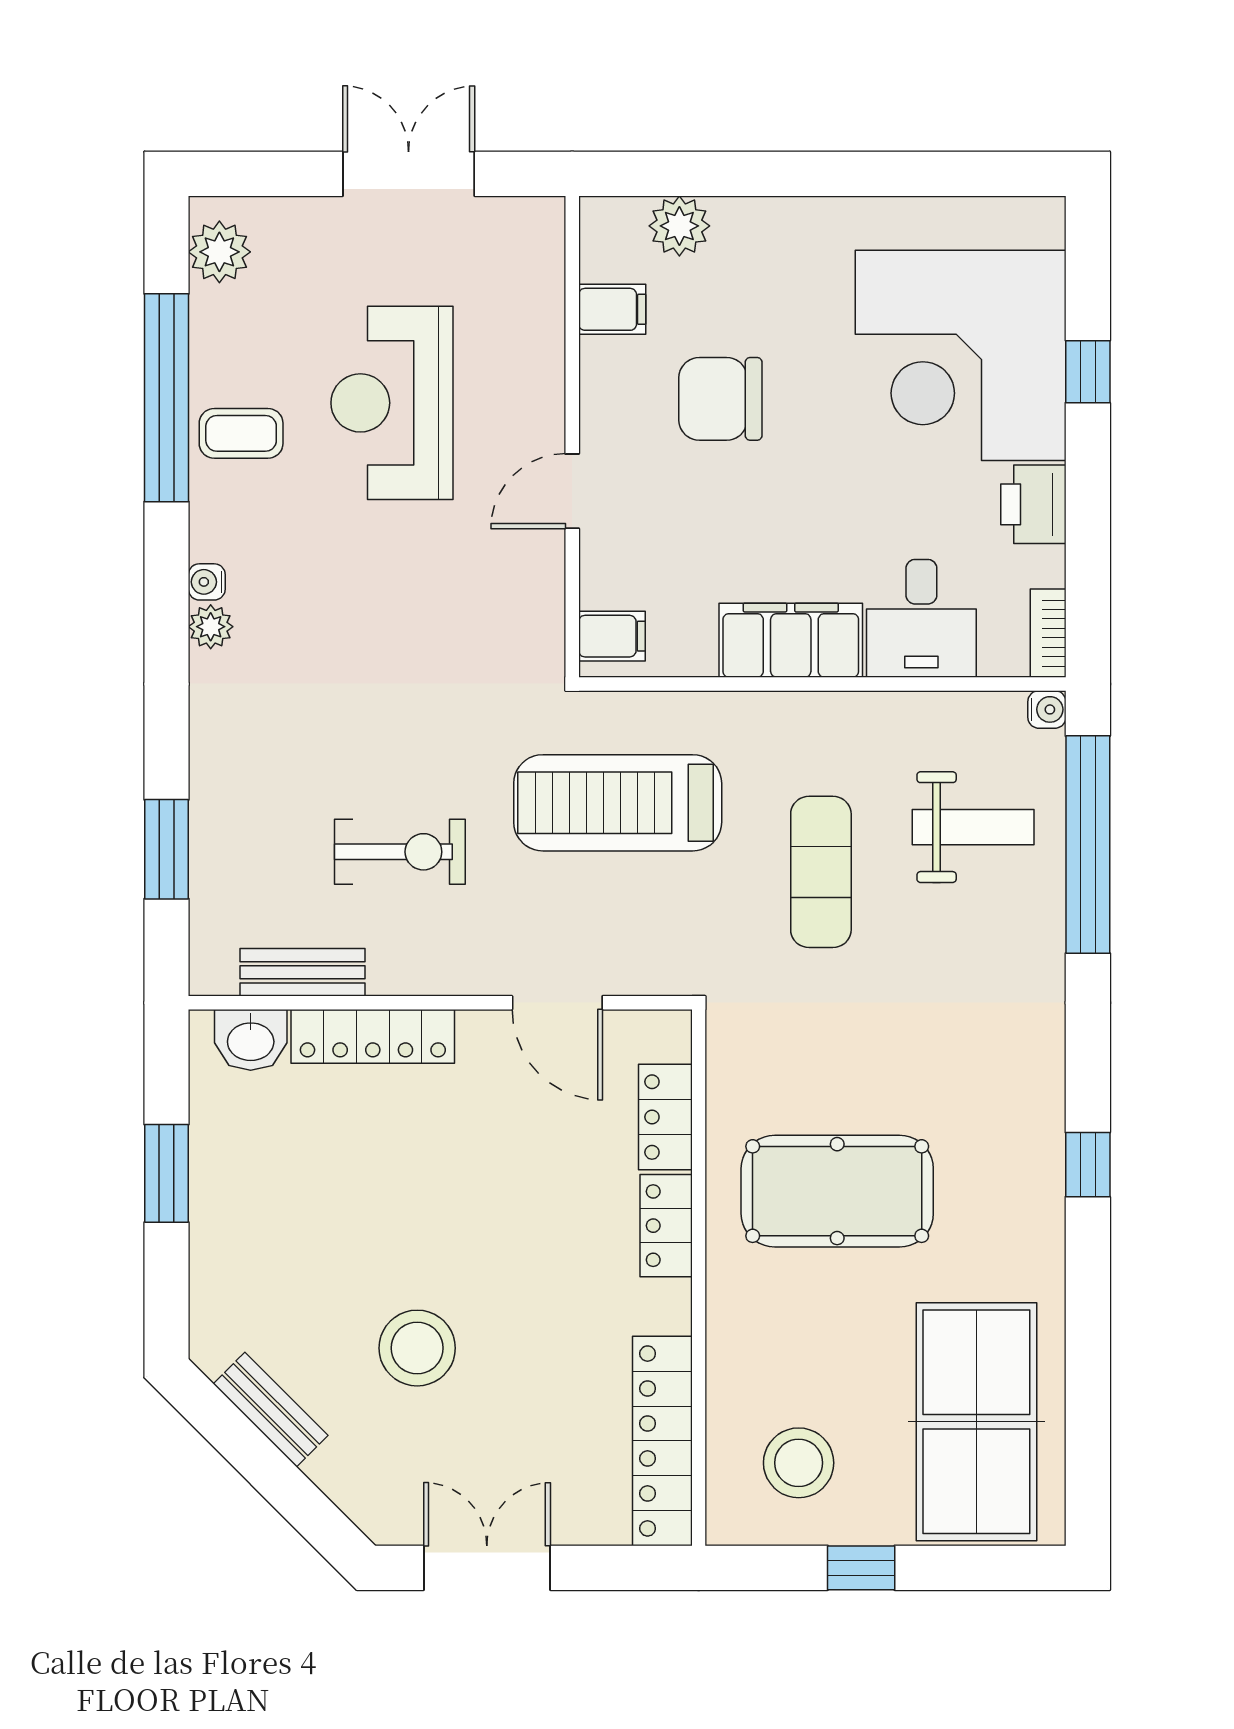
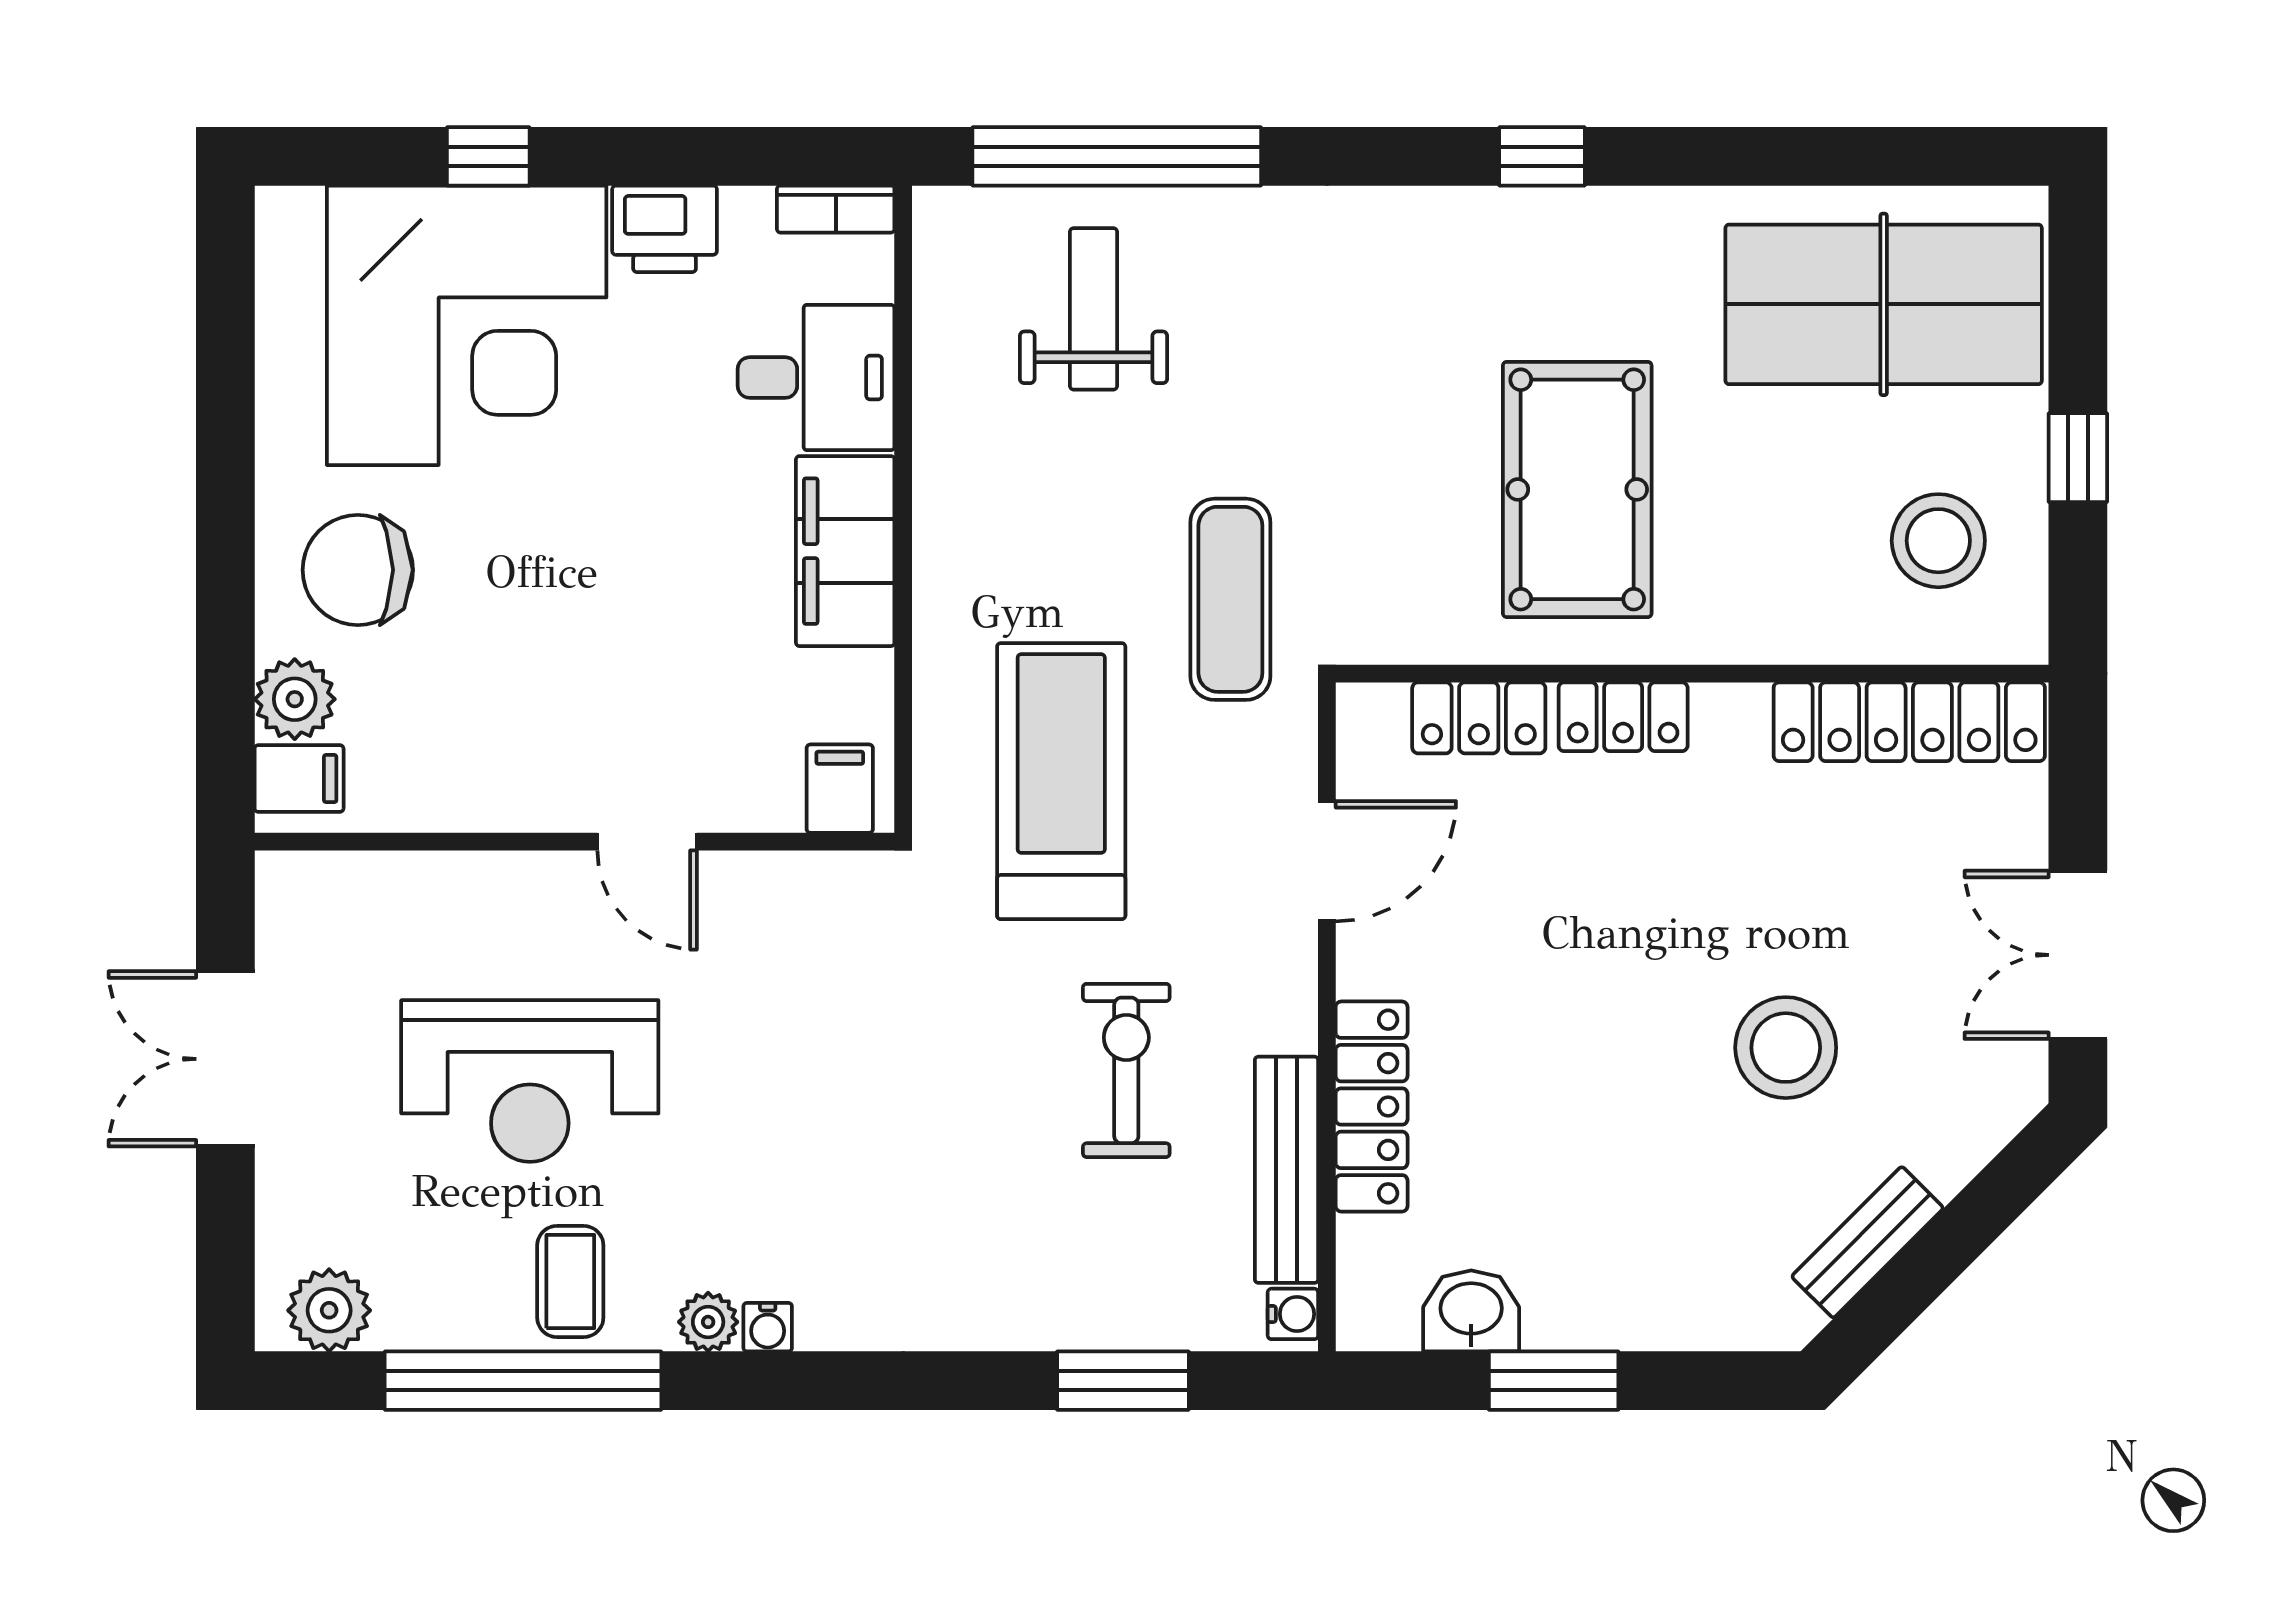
filing cabinet: (612, 309) -> (299, 779), moved, turned 90
chair: (720, 399) -> (358, 570), moved, turned 90
plant: (211, 627) -> (708, 1322), moved
water cooler: (1047, 709) -> (1293, 1314), moved, turned 90
treadmill: (618, 803) -> (1061, 781), turned 180
exercise mat: (821, 872) -> (1230, 599), moved, turned 90
bench: (302, 972) -> (1286, 1170), width x1.36
washbasin: (251, 1040) -> (1471, 1311), moved, turned -90

